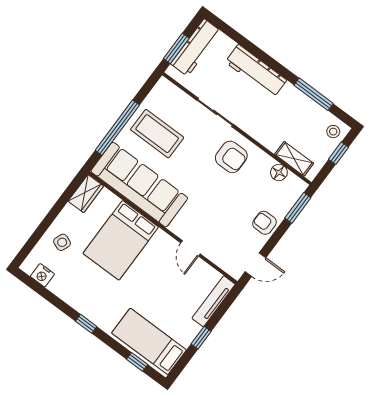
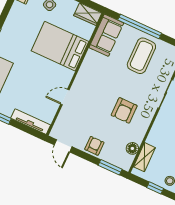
armchair: (231, 157) -> (124, 110), moved
sofa: (139, 185) -> (106, 35), width x0.54, depth x0.79

